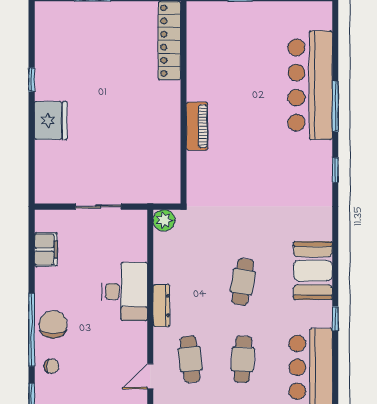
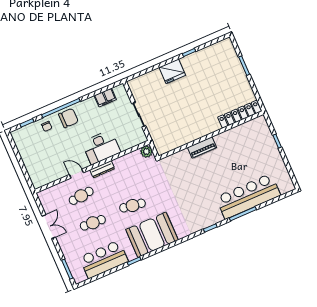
booth: (313, 271) -> (152, 235), width x1.36, depth x1.42
door: (150, 376) -> (76, 174), moved

